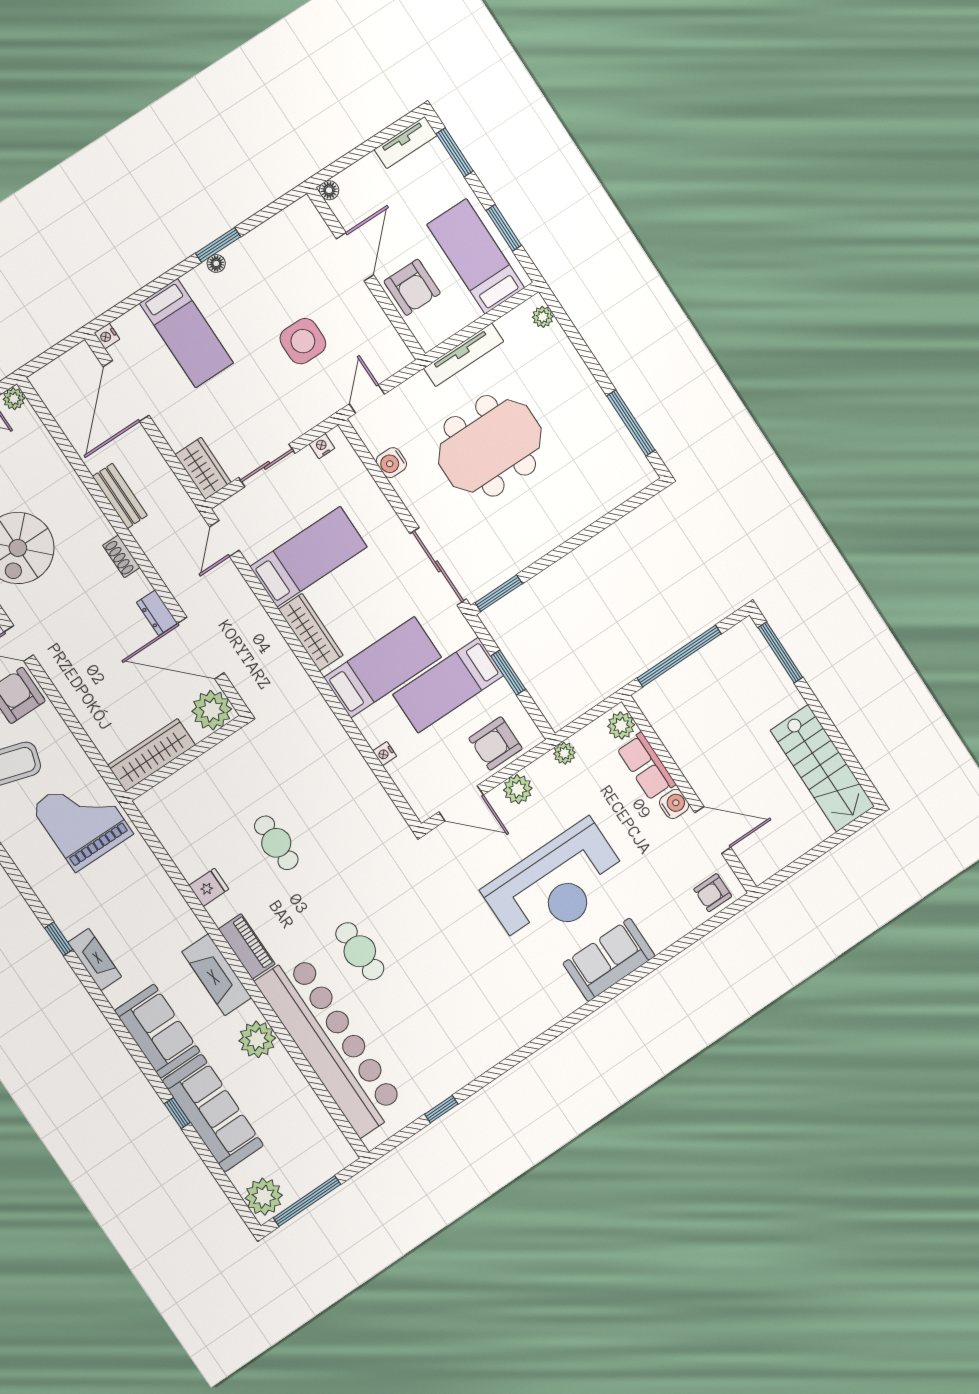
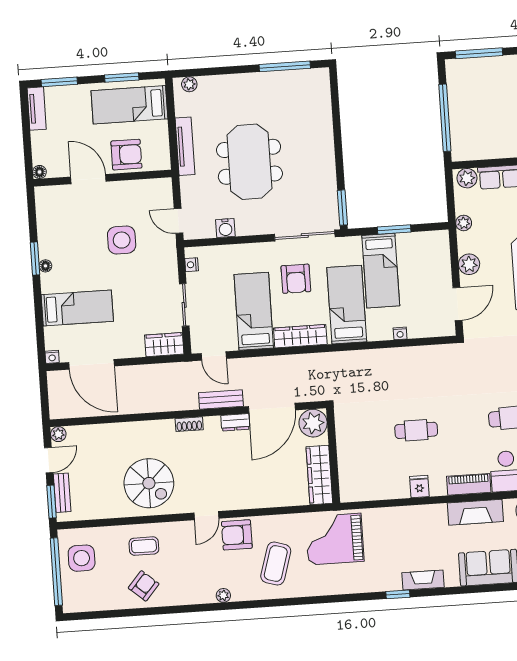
bench: (120, 496) -> (221, 400), moved
armchair: (496, 743) -> (296, 279), moved

